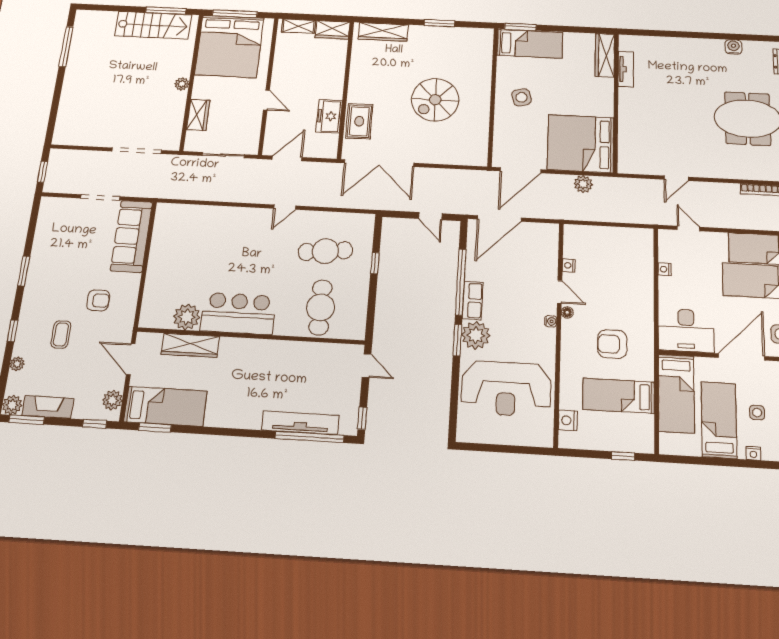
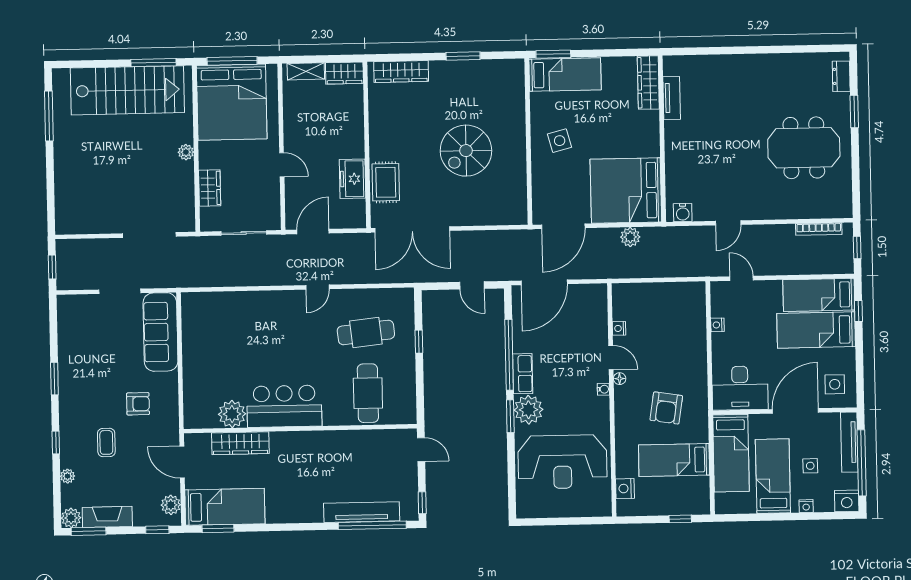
stairs: (153, 25) -> (127, 90), width x1.36, depth x1.51
water cooler: (733, 47) -> (683, 213), moved, turned 180
armchair: (612, 344) -> (666, 408), turned -81

